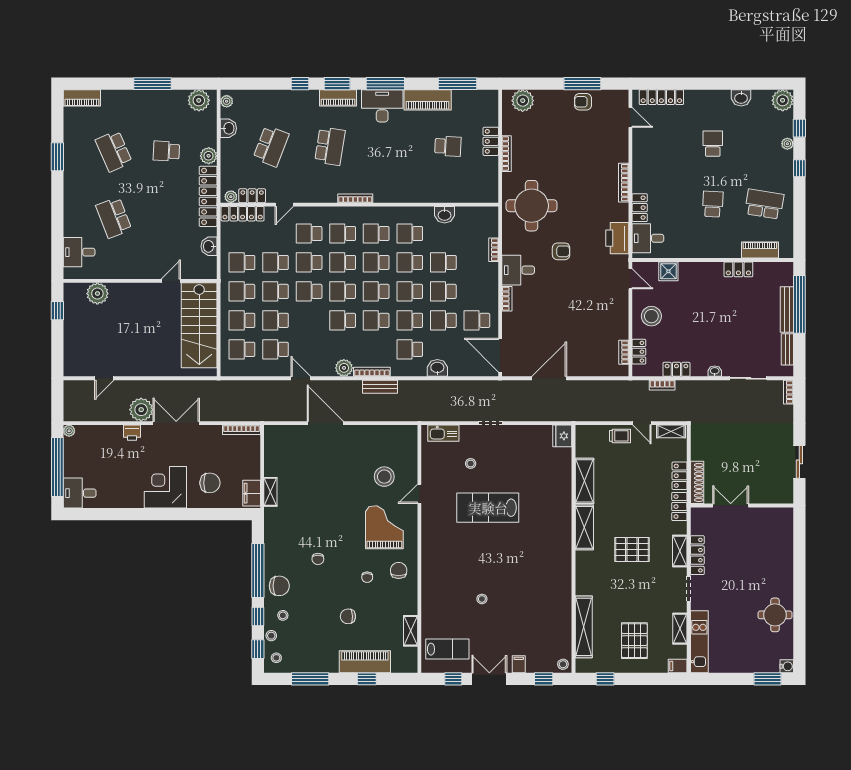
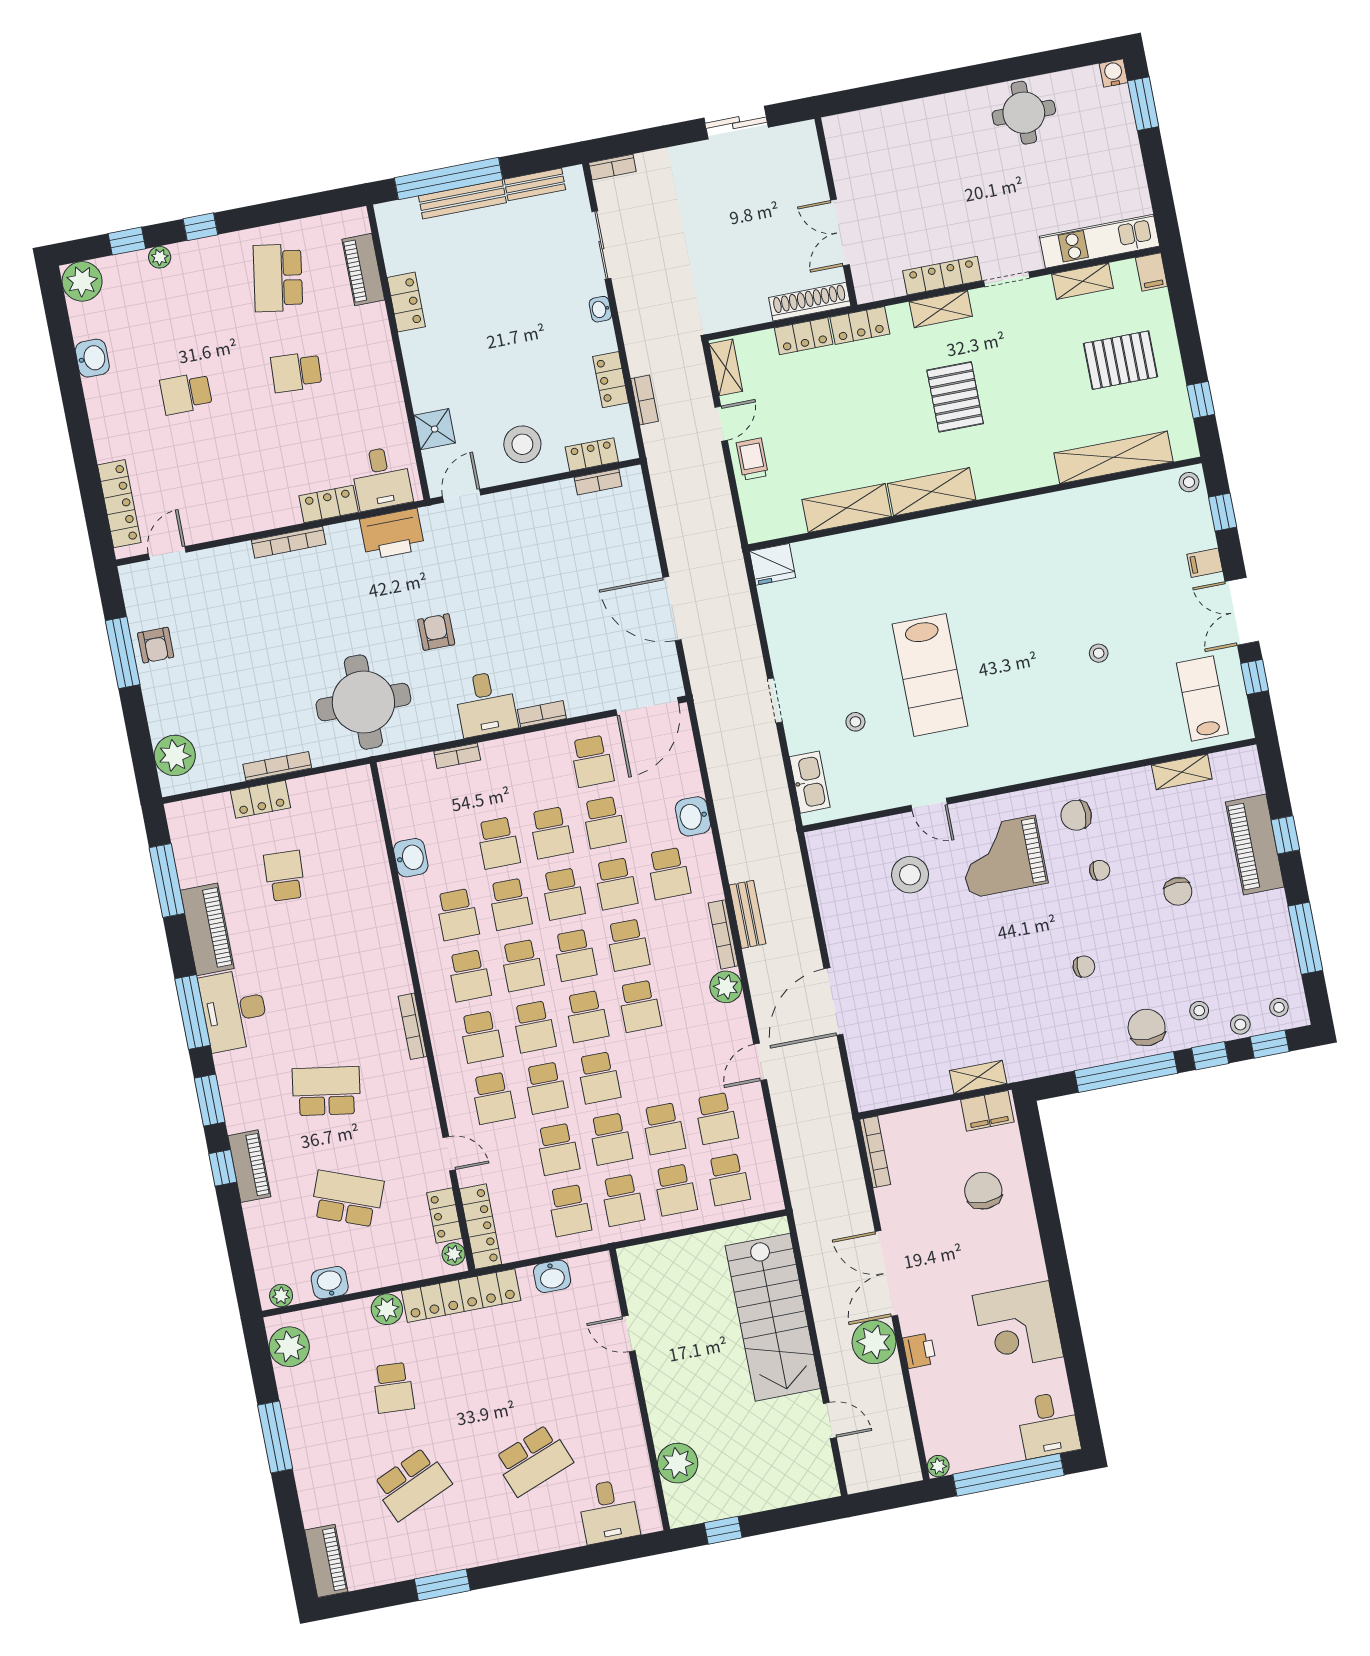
piano: (338, 98) -> (249, 1166), moved
stairs: (199, 325) -> (773, 1317), moved, turned 90
corner desk: (165, 487) -> (1018, 1326), moved

